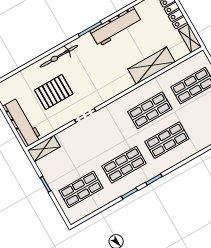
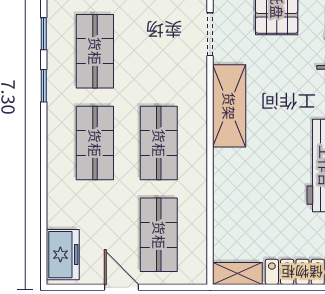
shelving: (151, 66) -> (229, 106), moved

